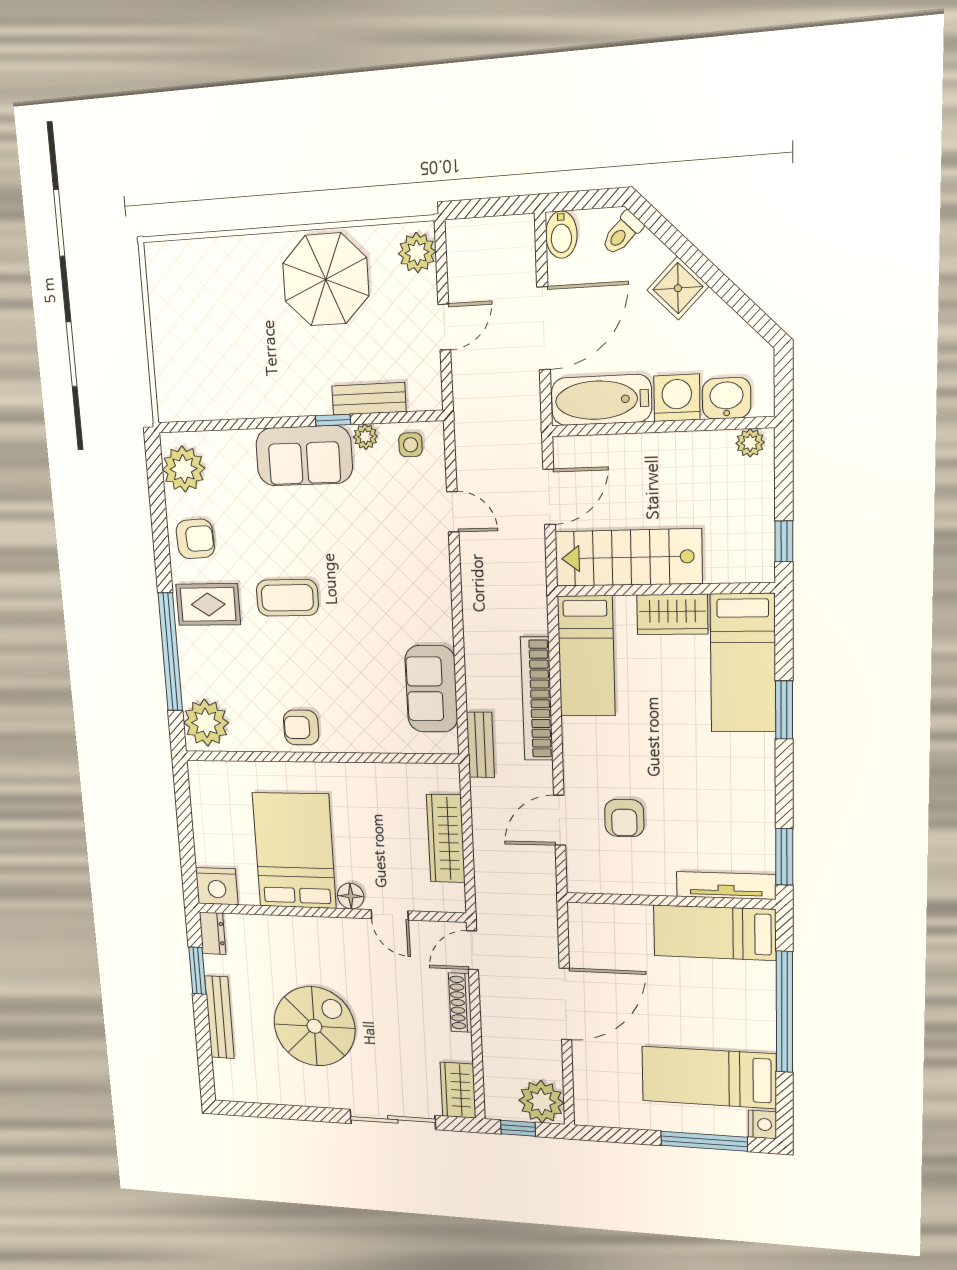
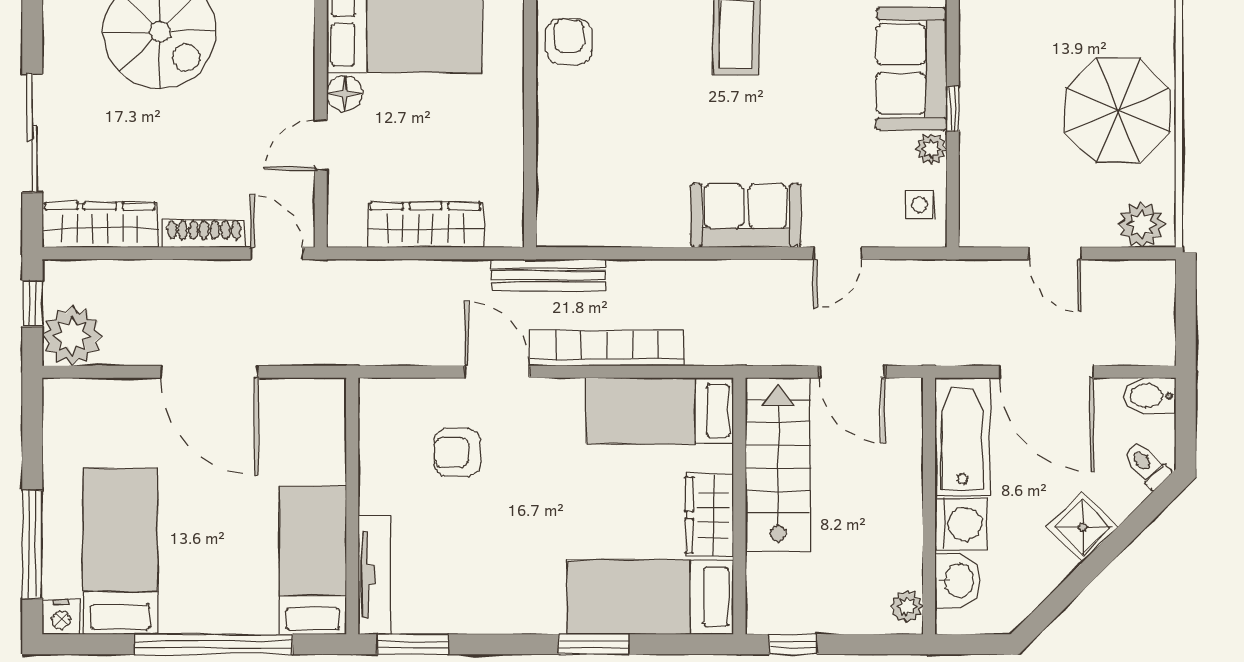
bench: (369, 399) -> (976, 156), removed
sofa: (431, 689) -> (746, 216), moved
bench: (480, 745) -> (548, 275), width x1.36
door: (560, 820) -> (497, 372), moved
wardrobe: (458, 1090) -> (100, 225), width x1.50

